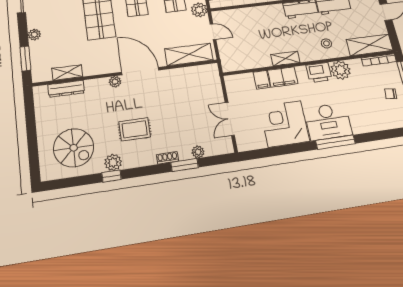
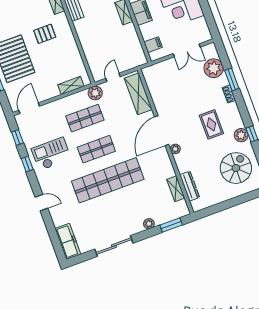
filing cabinet: (262, 80) -> (153, 45), moved
plant: (198, 152) -> (214, 68), width x1.88, depth x1.88

